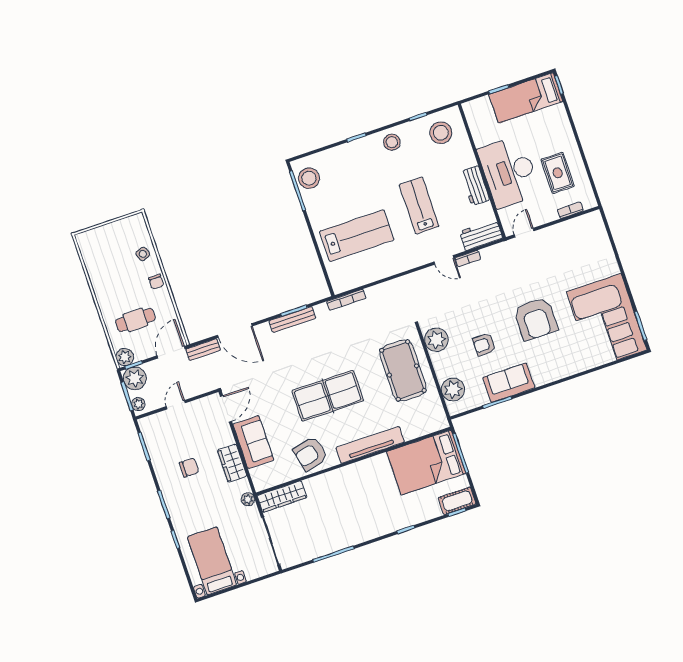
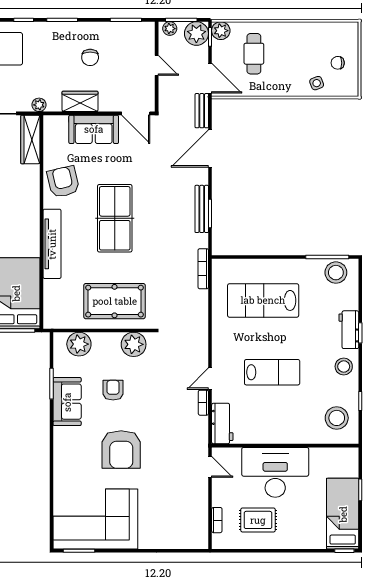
workbench: (475, 186) -> (349, 330), moved, turned -90
lab bench: (357, 236) -> (263, 300), turned 90
chair: (156, 282) -> (338, 63), moved
armchair: (536, 319) -> (121, 449), turned -90

